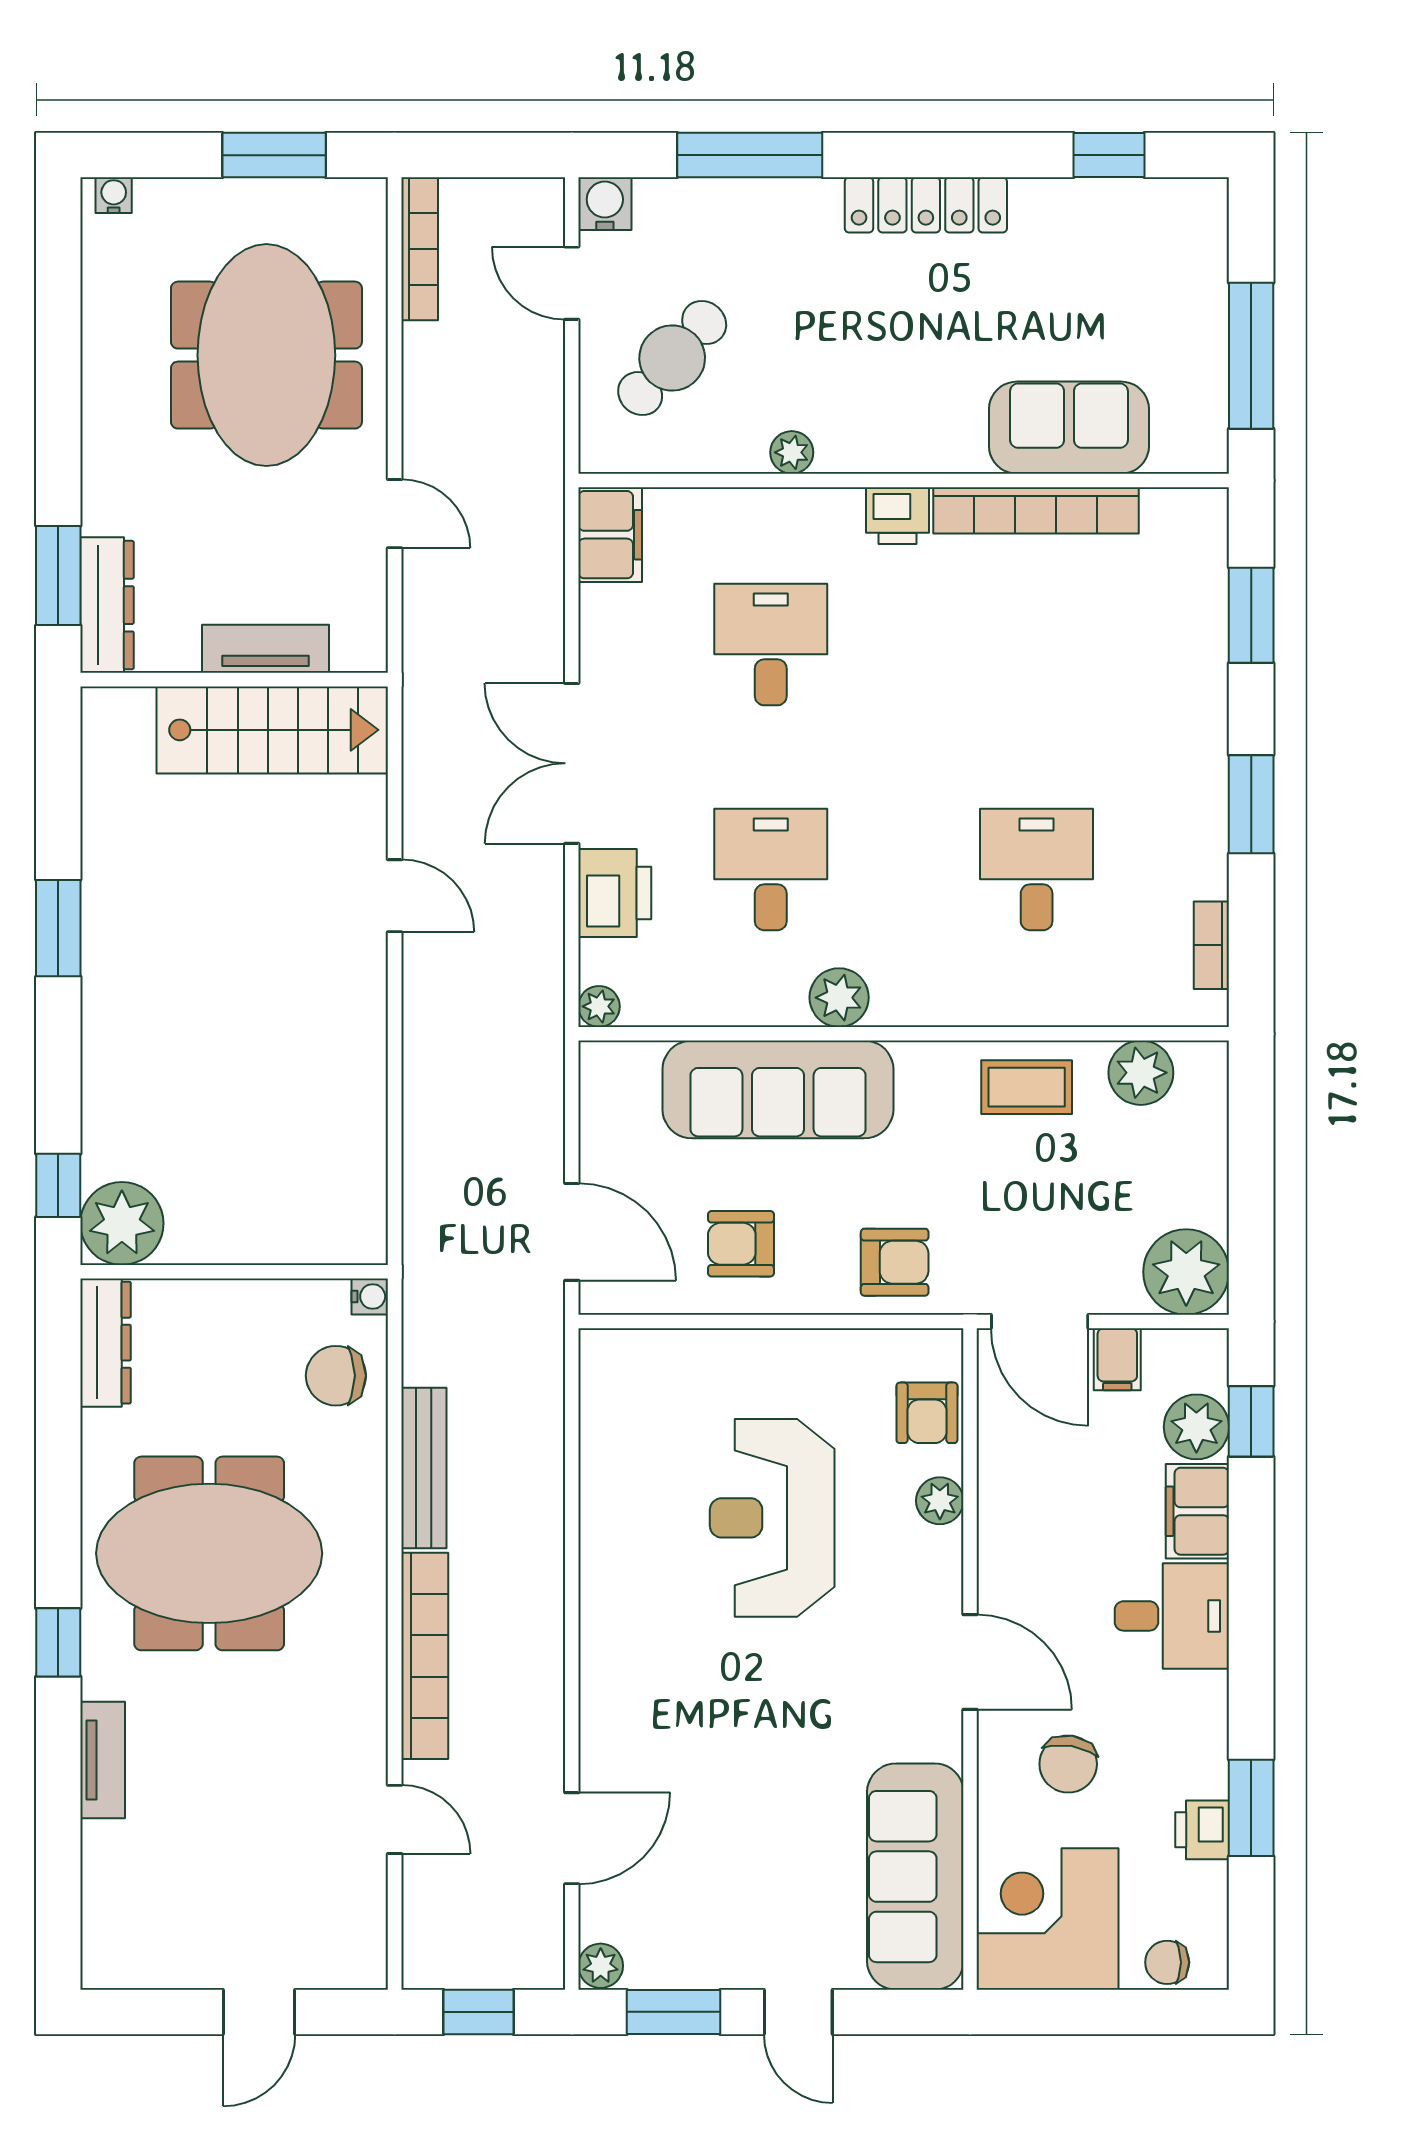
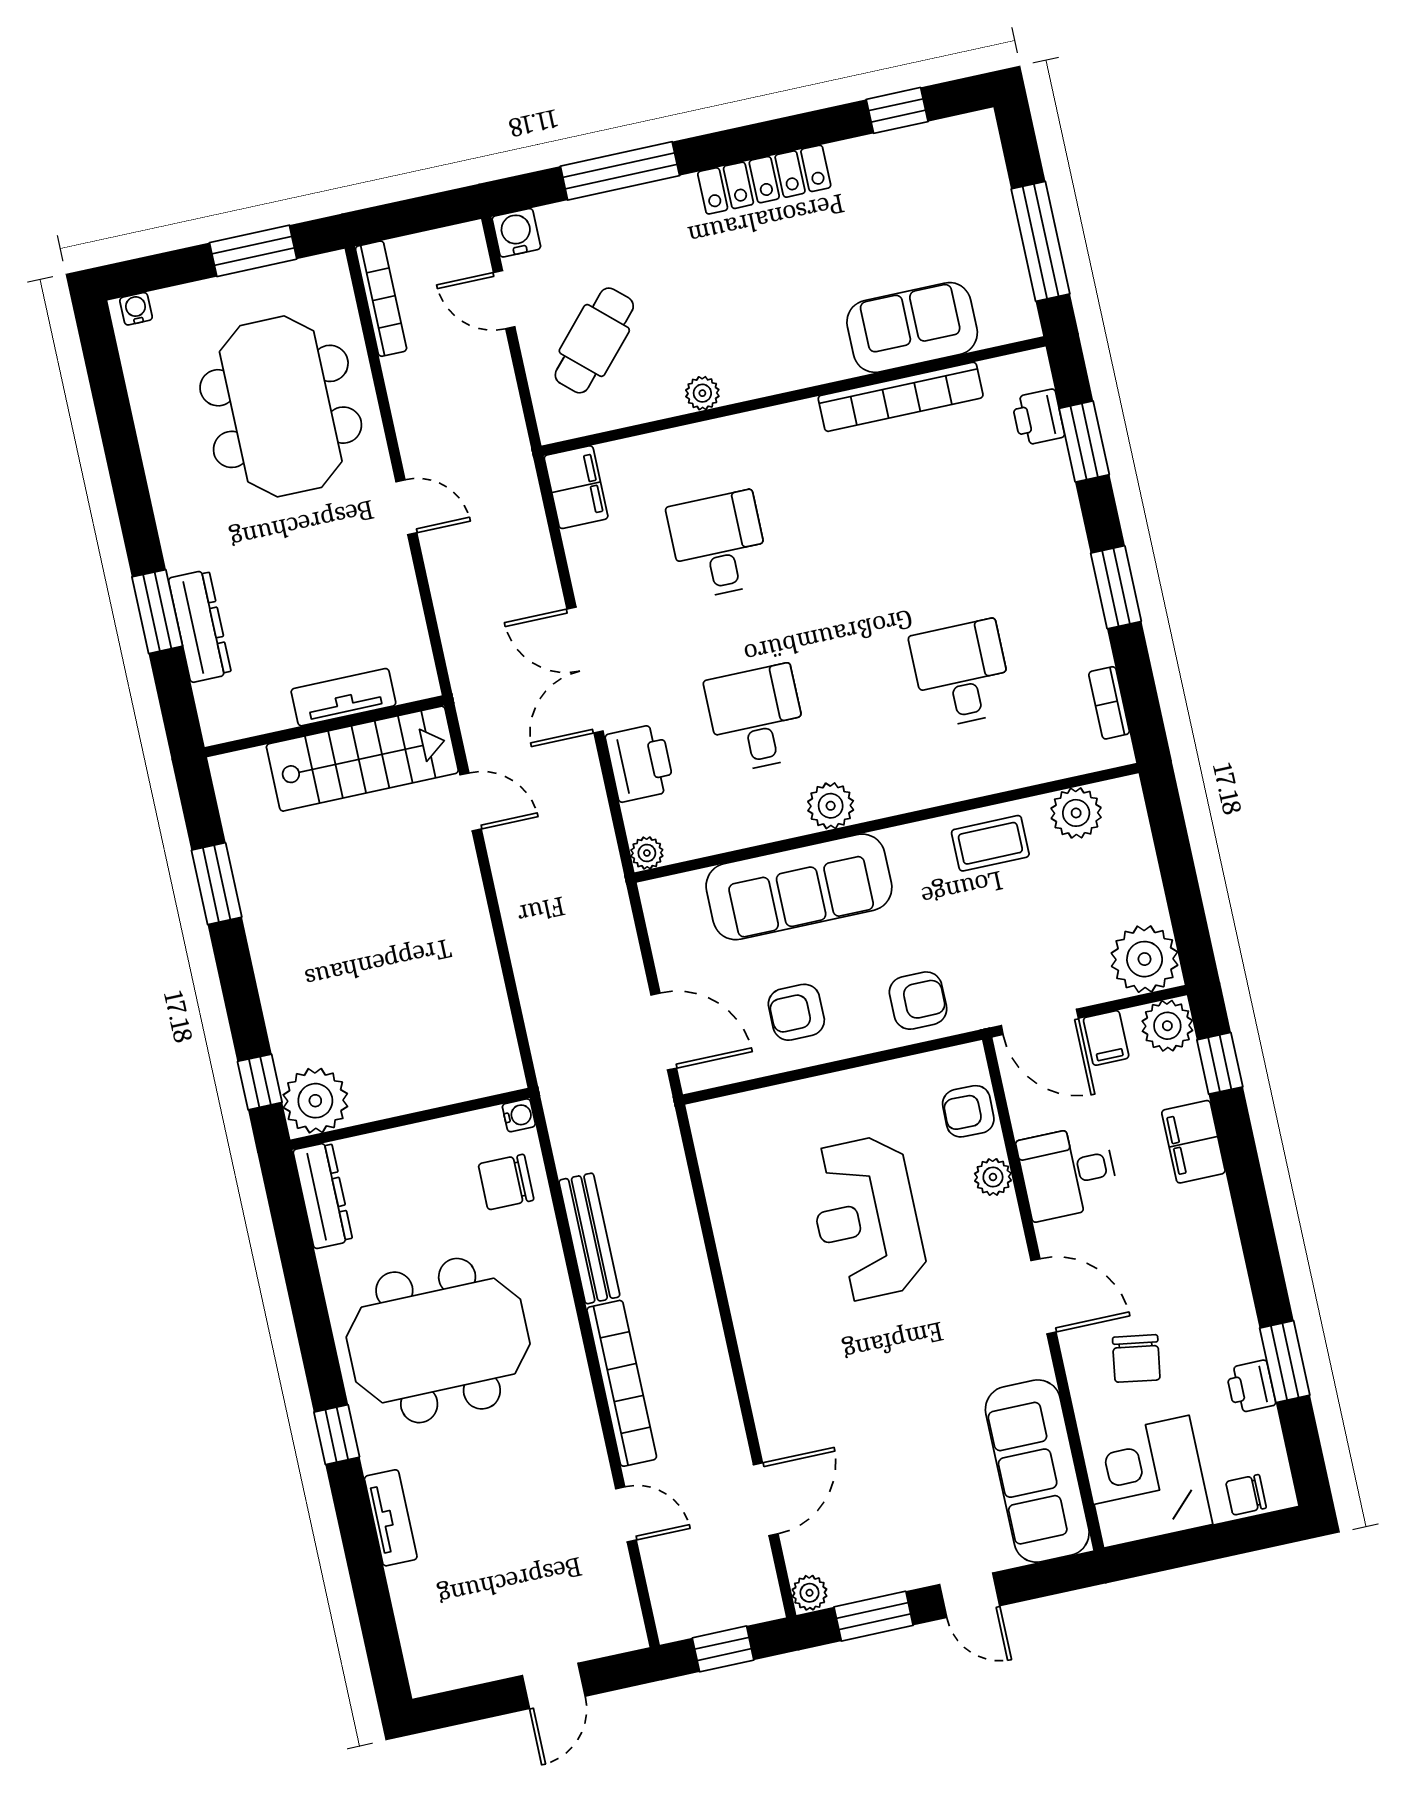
printer: (898, 516) -> (1038, 417), moved, turned 90
tv unit: (266, 649) -> (343, 697), moved
wall: (234, 680) -> (324, 726), moved
stairs: (272, 730) -> (362, 759), moved
armchair: (927, 1413) -> (968, 1111), turned 91
plant: (1196, 1427) -> (1167, 1026), moved
desk: (1172, 1616) -> (1068, 1172), moved, turned 180

